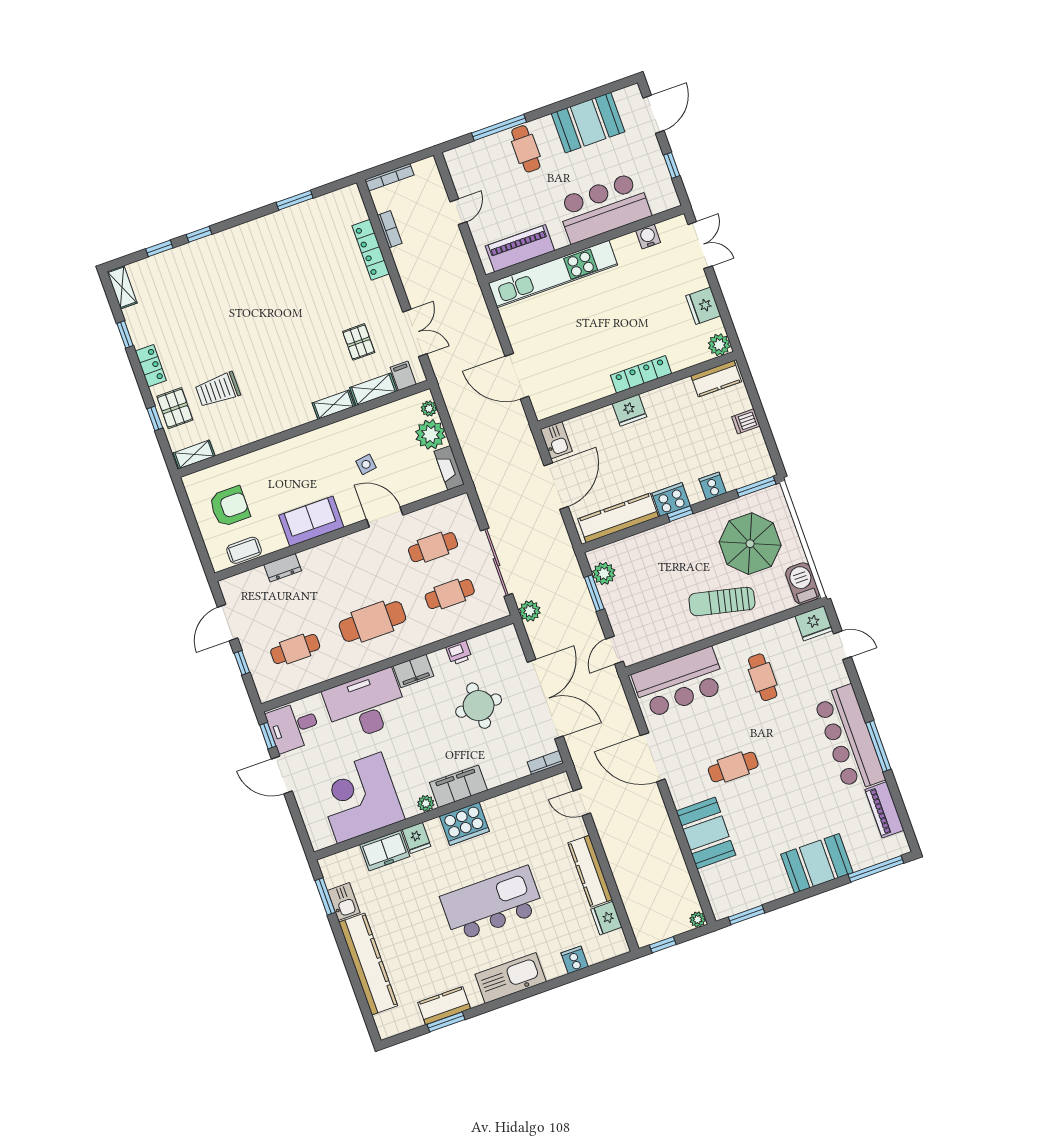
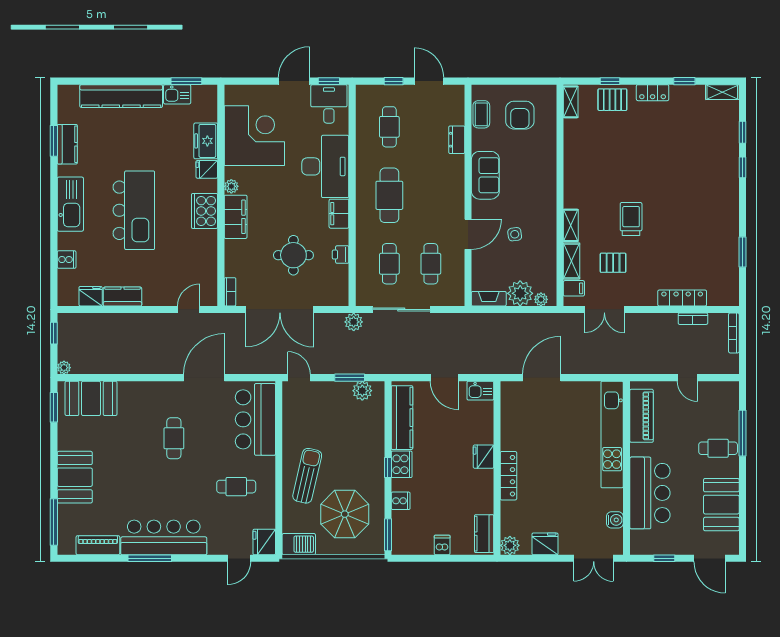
trolley: (218, 390) -> (631, 219), moved
door: (556, 486) -> (444, 378), width x0.73
booth: (706, 833) -> (91, 398), moved
kitchen counter: (590, 871) -> (122, 297), width x0.67

